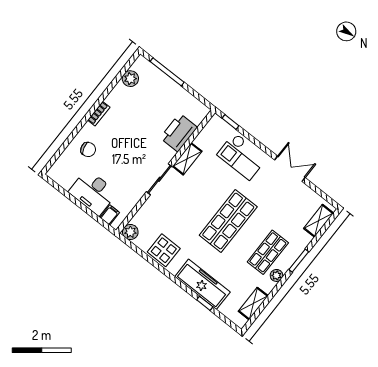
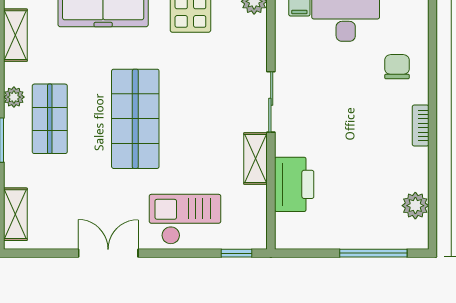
chair: (88, 150) -> (397, 67), turned 105
double door: (290, 169) -> (108, 253), swing flipped

